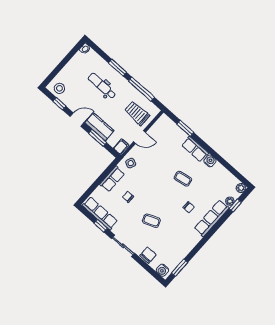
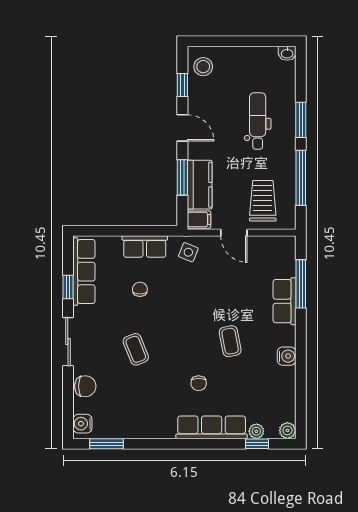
kitchen counter: (99, 127) -> (200, 185), moved
window: (185, 128) -> (301, 284), width x1.44
row of seats: (195, 149) -> (285, 301), moved

